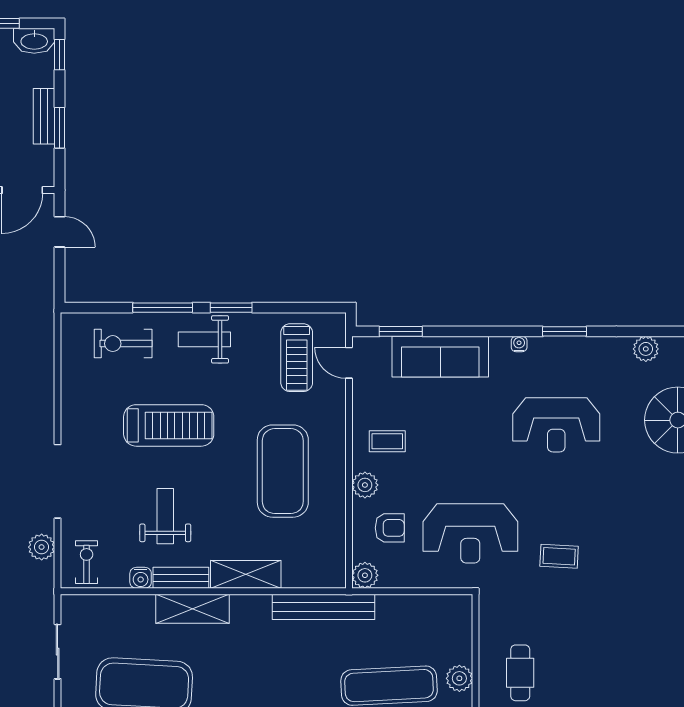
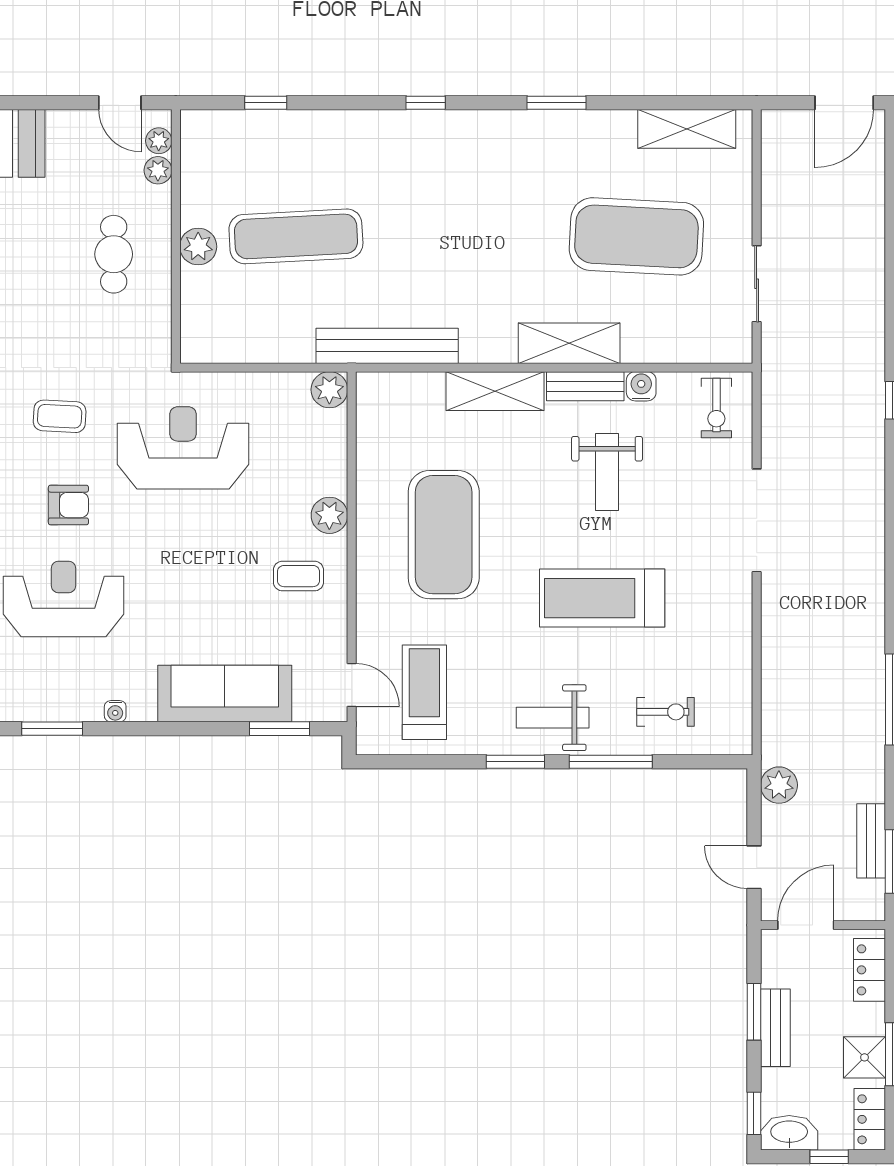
weight bench: (204, 339) -> (553, 718), turned 180
exercise bike: (123, 344) -> (666, 712), width x0.73, depth x0.72
armchair: (390, 528) -> (68, 505), moved, turned 180
plant: (42, 547) -> (779, 785), moved

